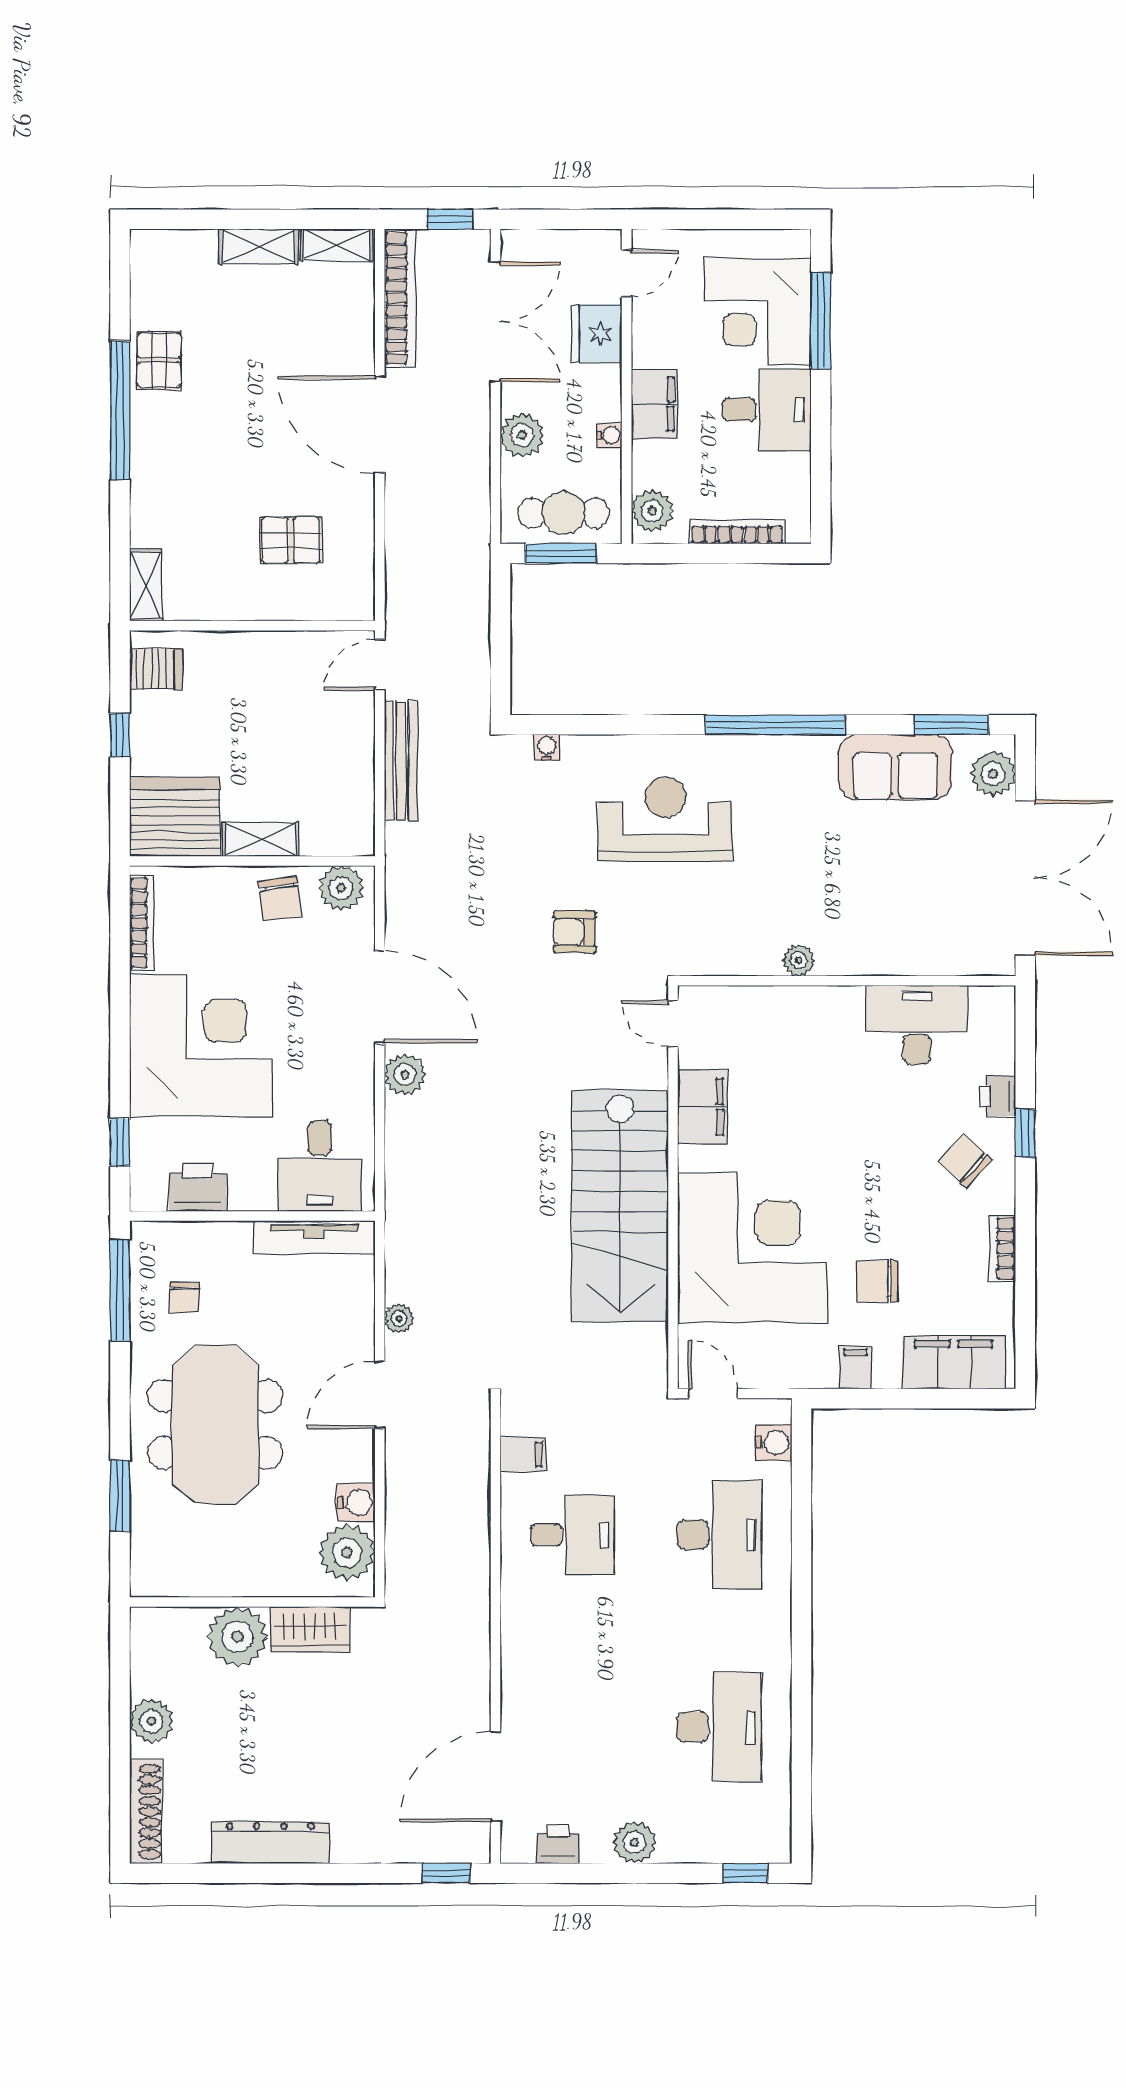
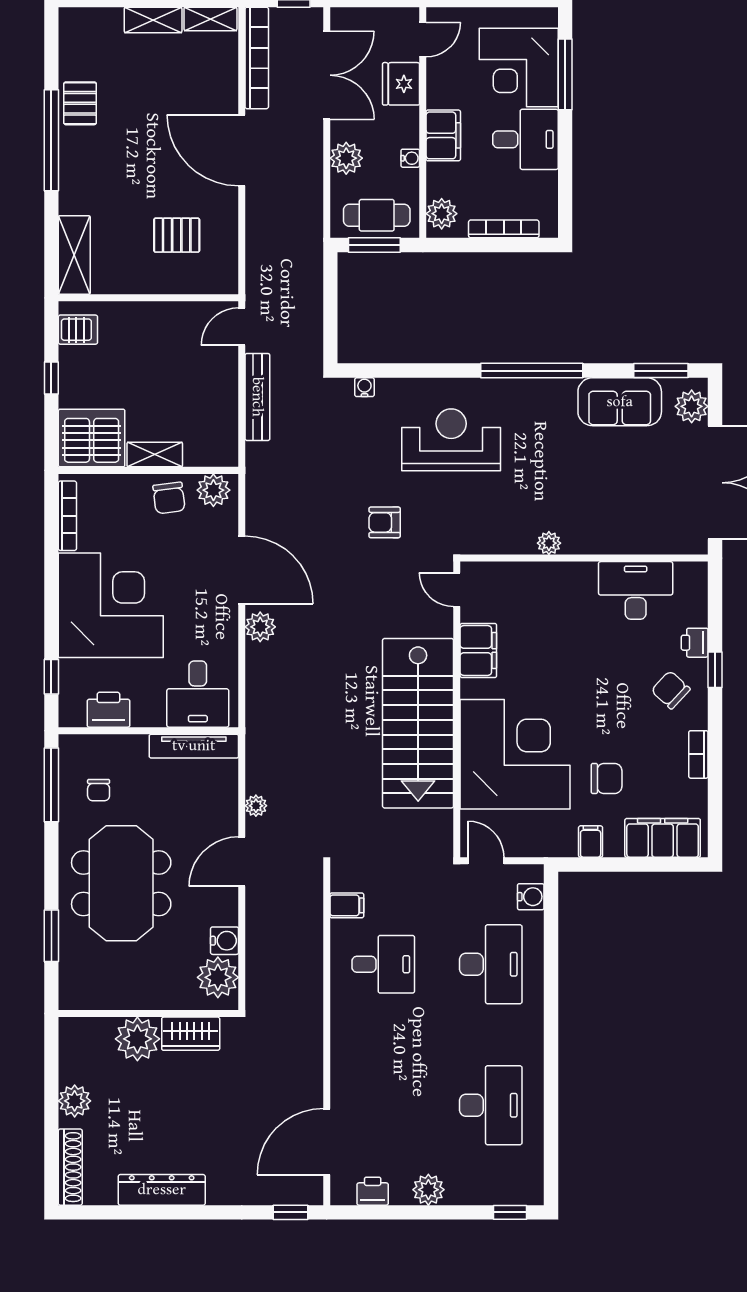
shelving: (146, 585) -> (74, 255), width x1.50, depth x1.33
chair: (877, 1281) -> (607, 778), turned 180

